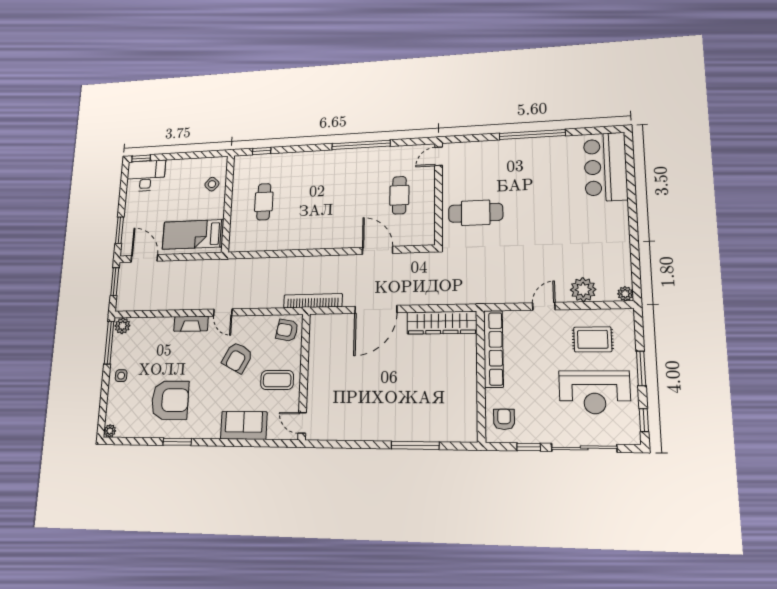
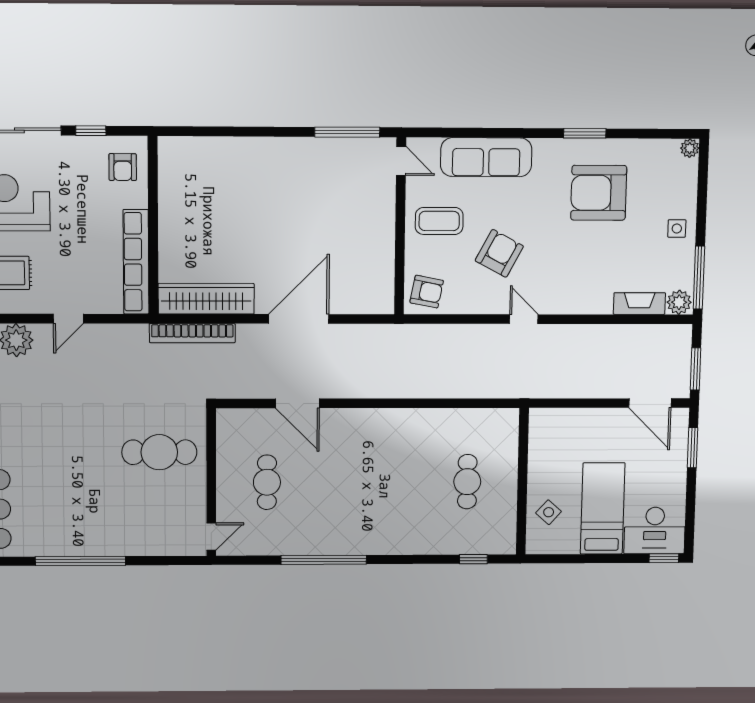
bed: (193, 234) -> (603, 509), moved, turned -90
bookcase: (313, 301) -> (192, 333), moved
fireplace: (191, 324) -> (639, 304), moved
sofa: (244, 425) -> (486, 157), width x1.36
window: (415, 445) -> (347, 132), moved

